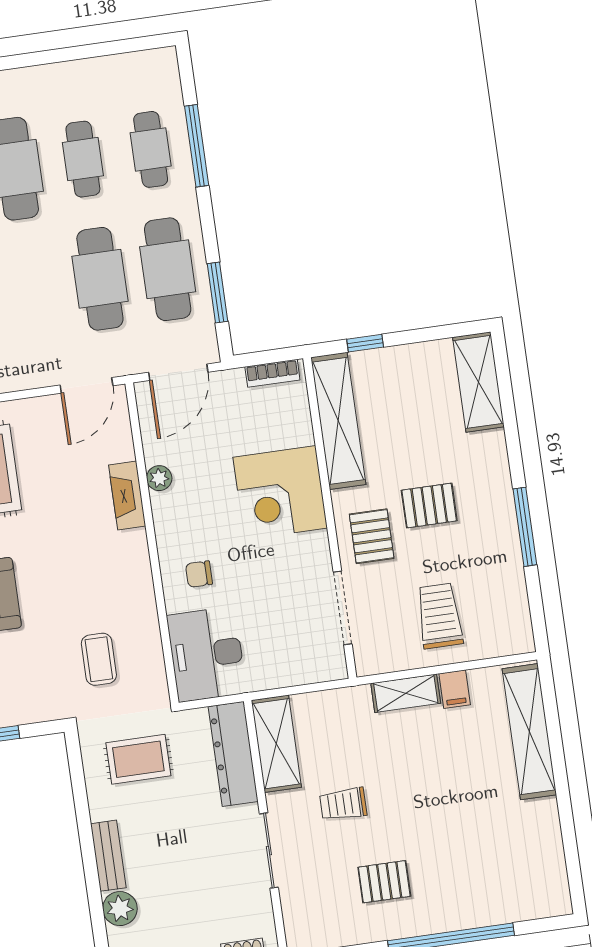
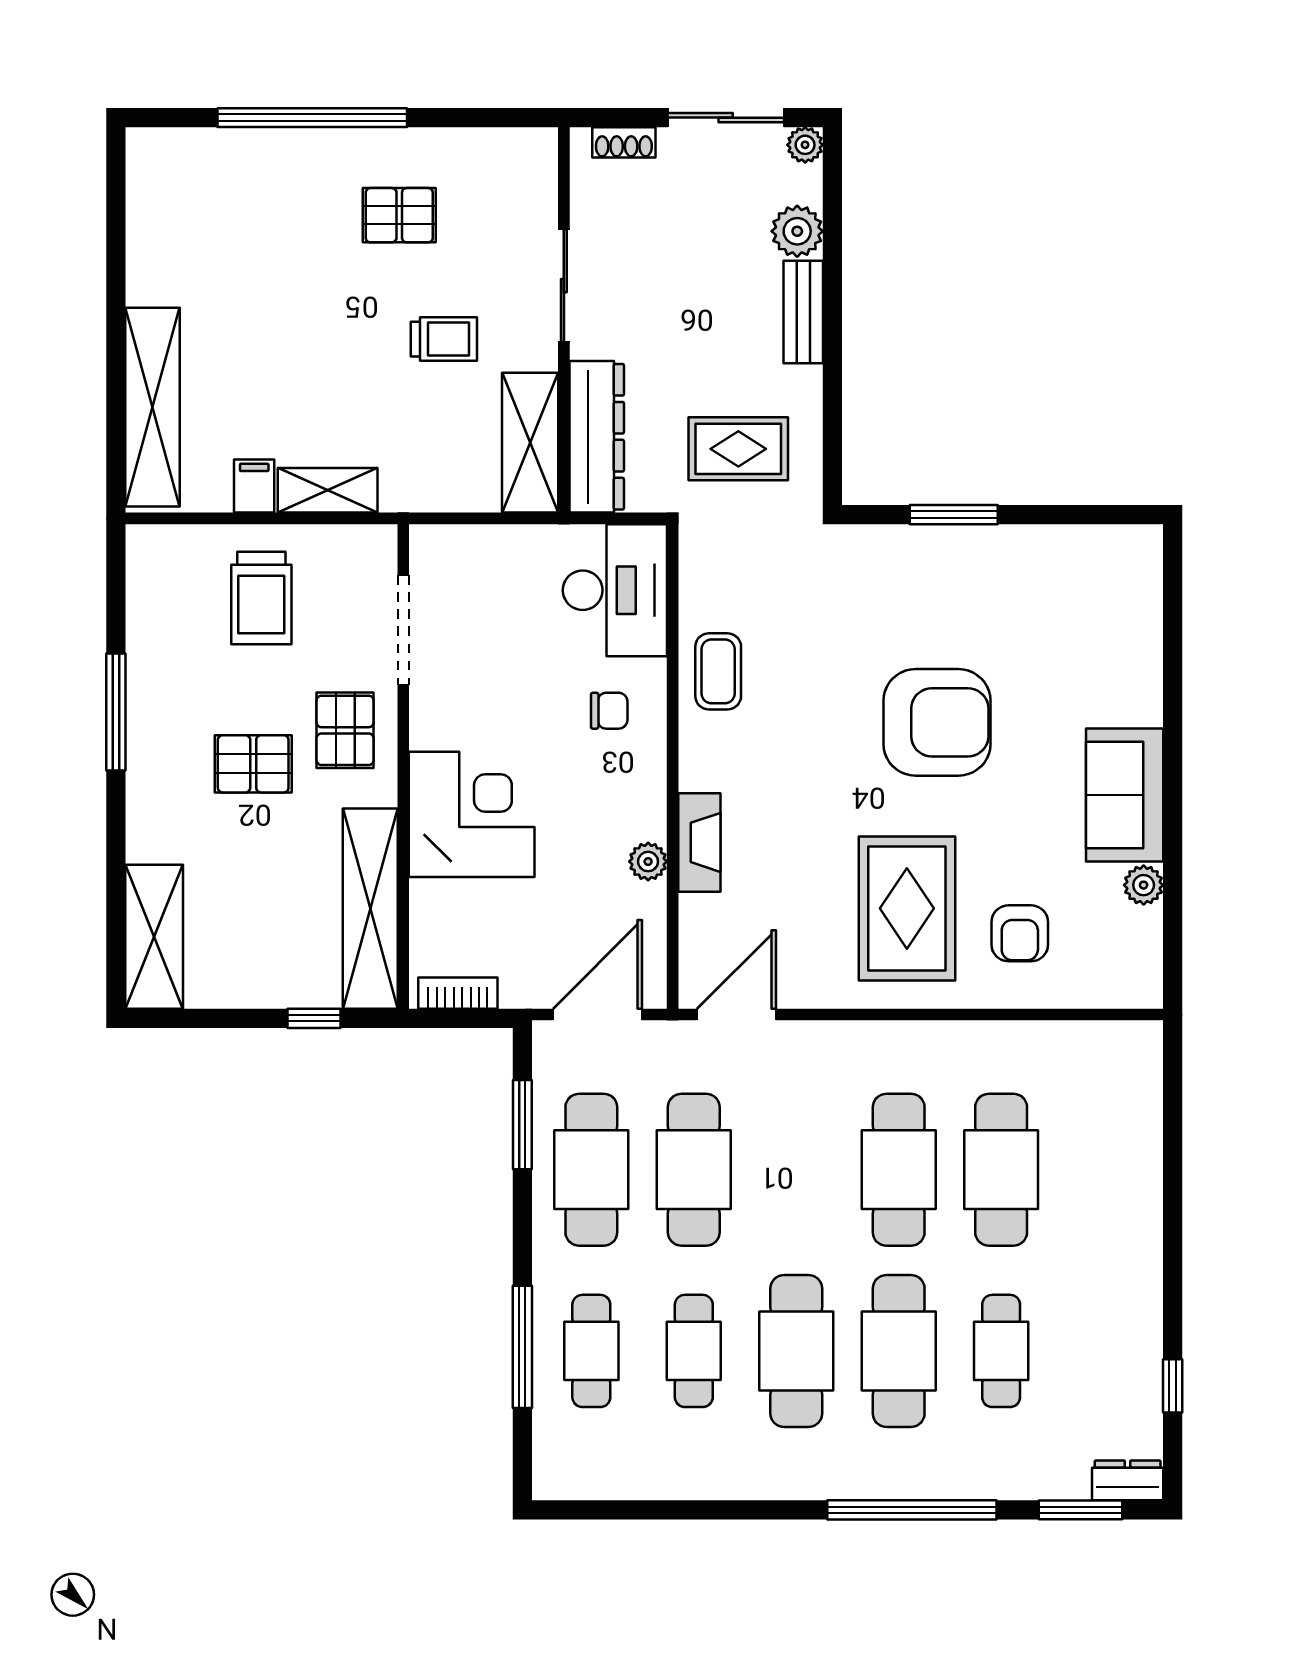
coffee table: (99, 659) -> (718, 671), moved

